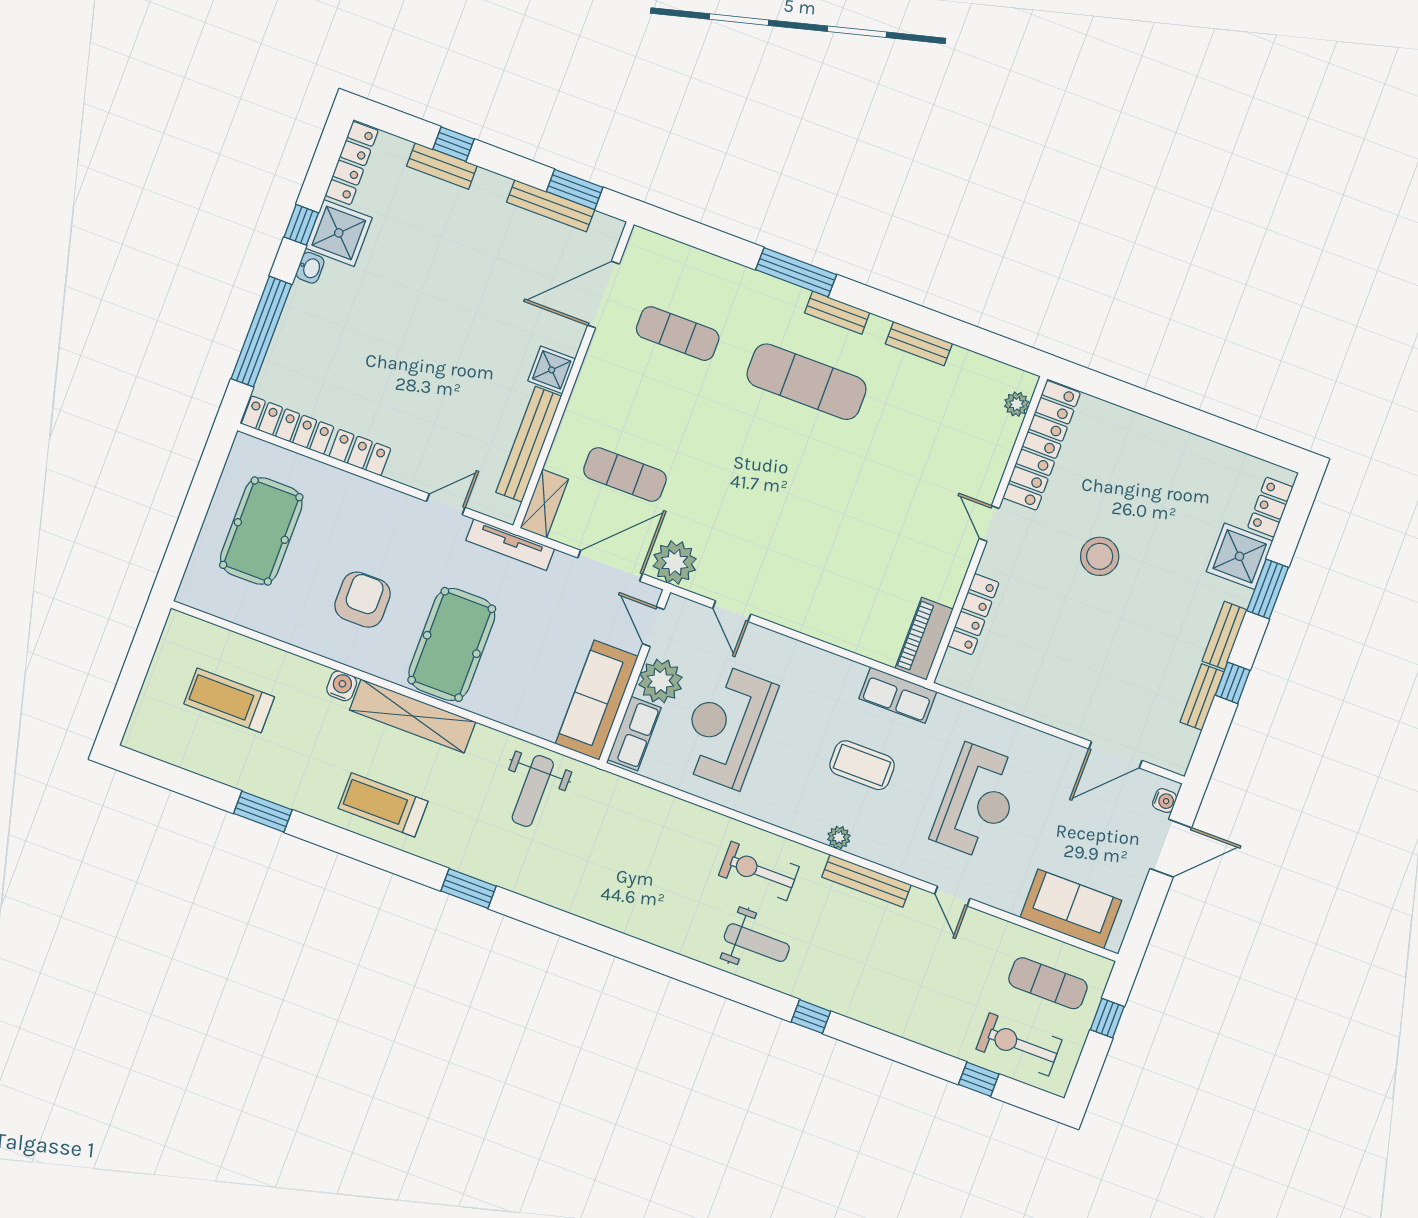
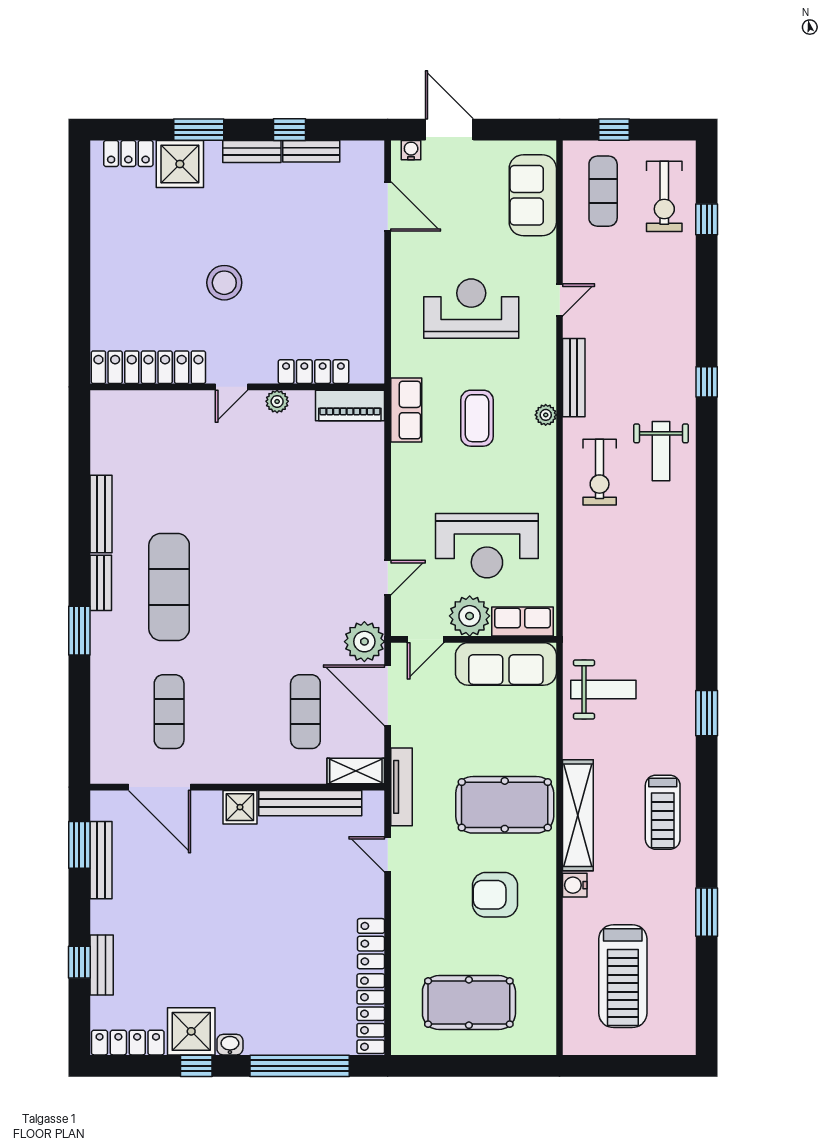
window: (796, 272) -> (79, 631), width x0.69
bench: (919, 344) -> (101, 514), width x1.36
plant: (1017, 404) -> (277, 401), moved
treadmill: (229, 700) -> (623, 976), width x1.37, depth x1.38
weight bench: (757, 943) -> (661, 451), turned 180

